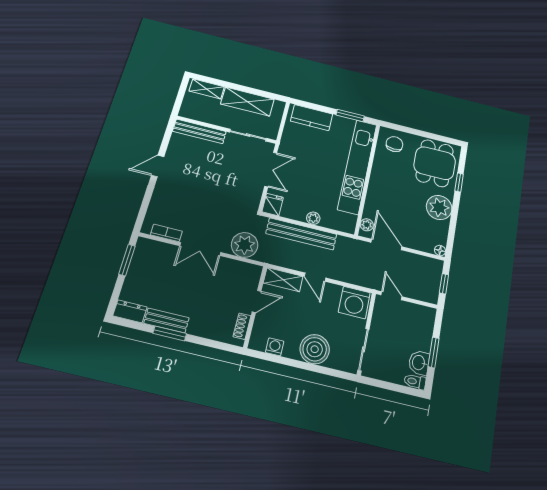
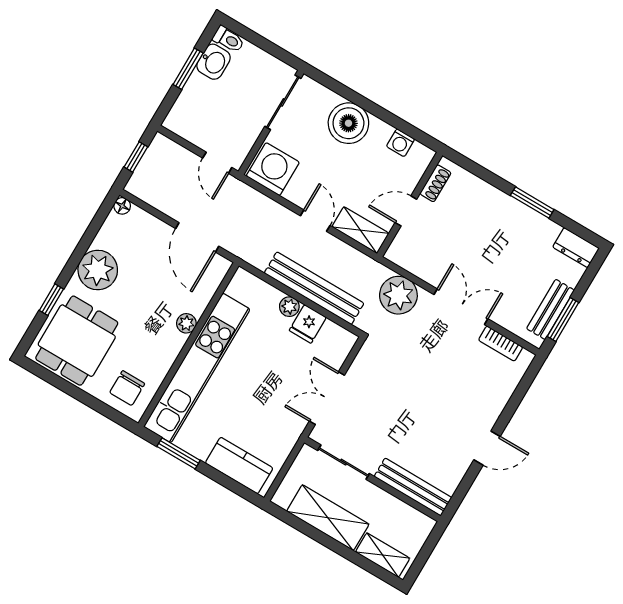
fridge: (273, 205) -> (308, 324), moved
plant: (367, 225) -> (186, 323), moved
bench: (166, 321) -> (550, 309), moved, turned 90

